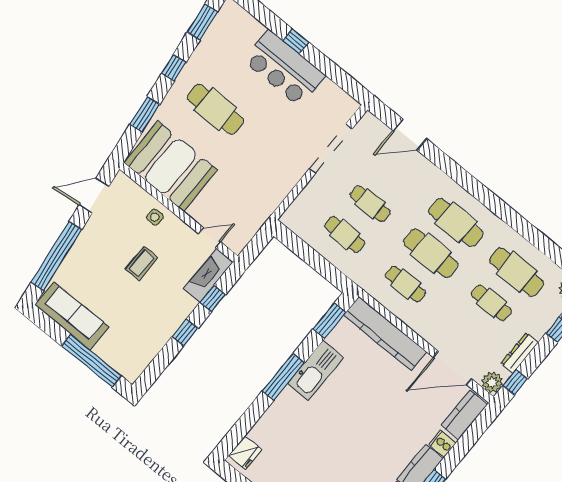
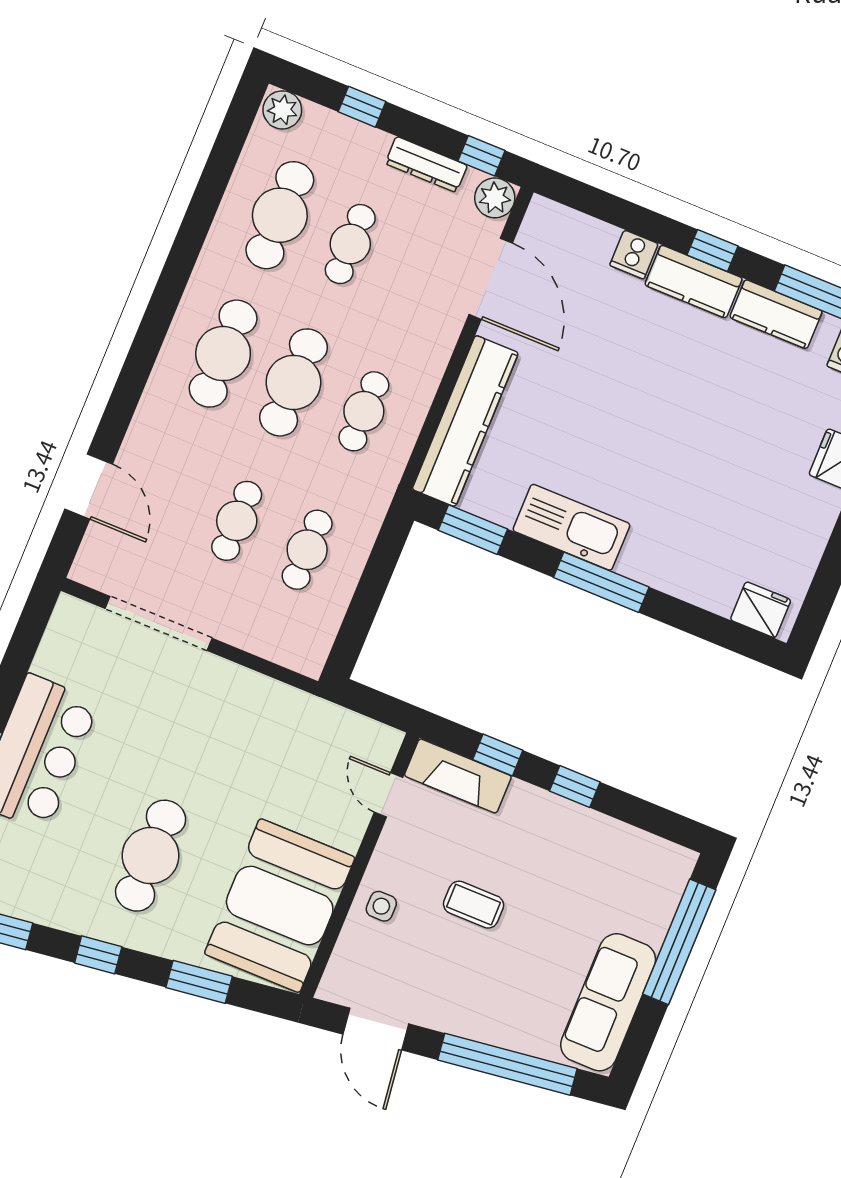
kitchen counter: (464, 415) -> (570, 231), removed

